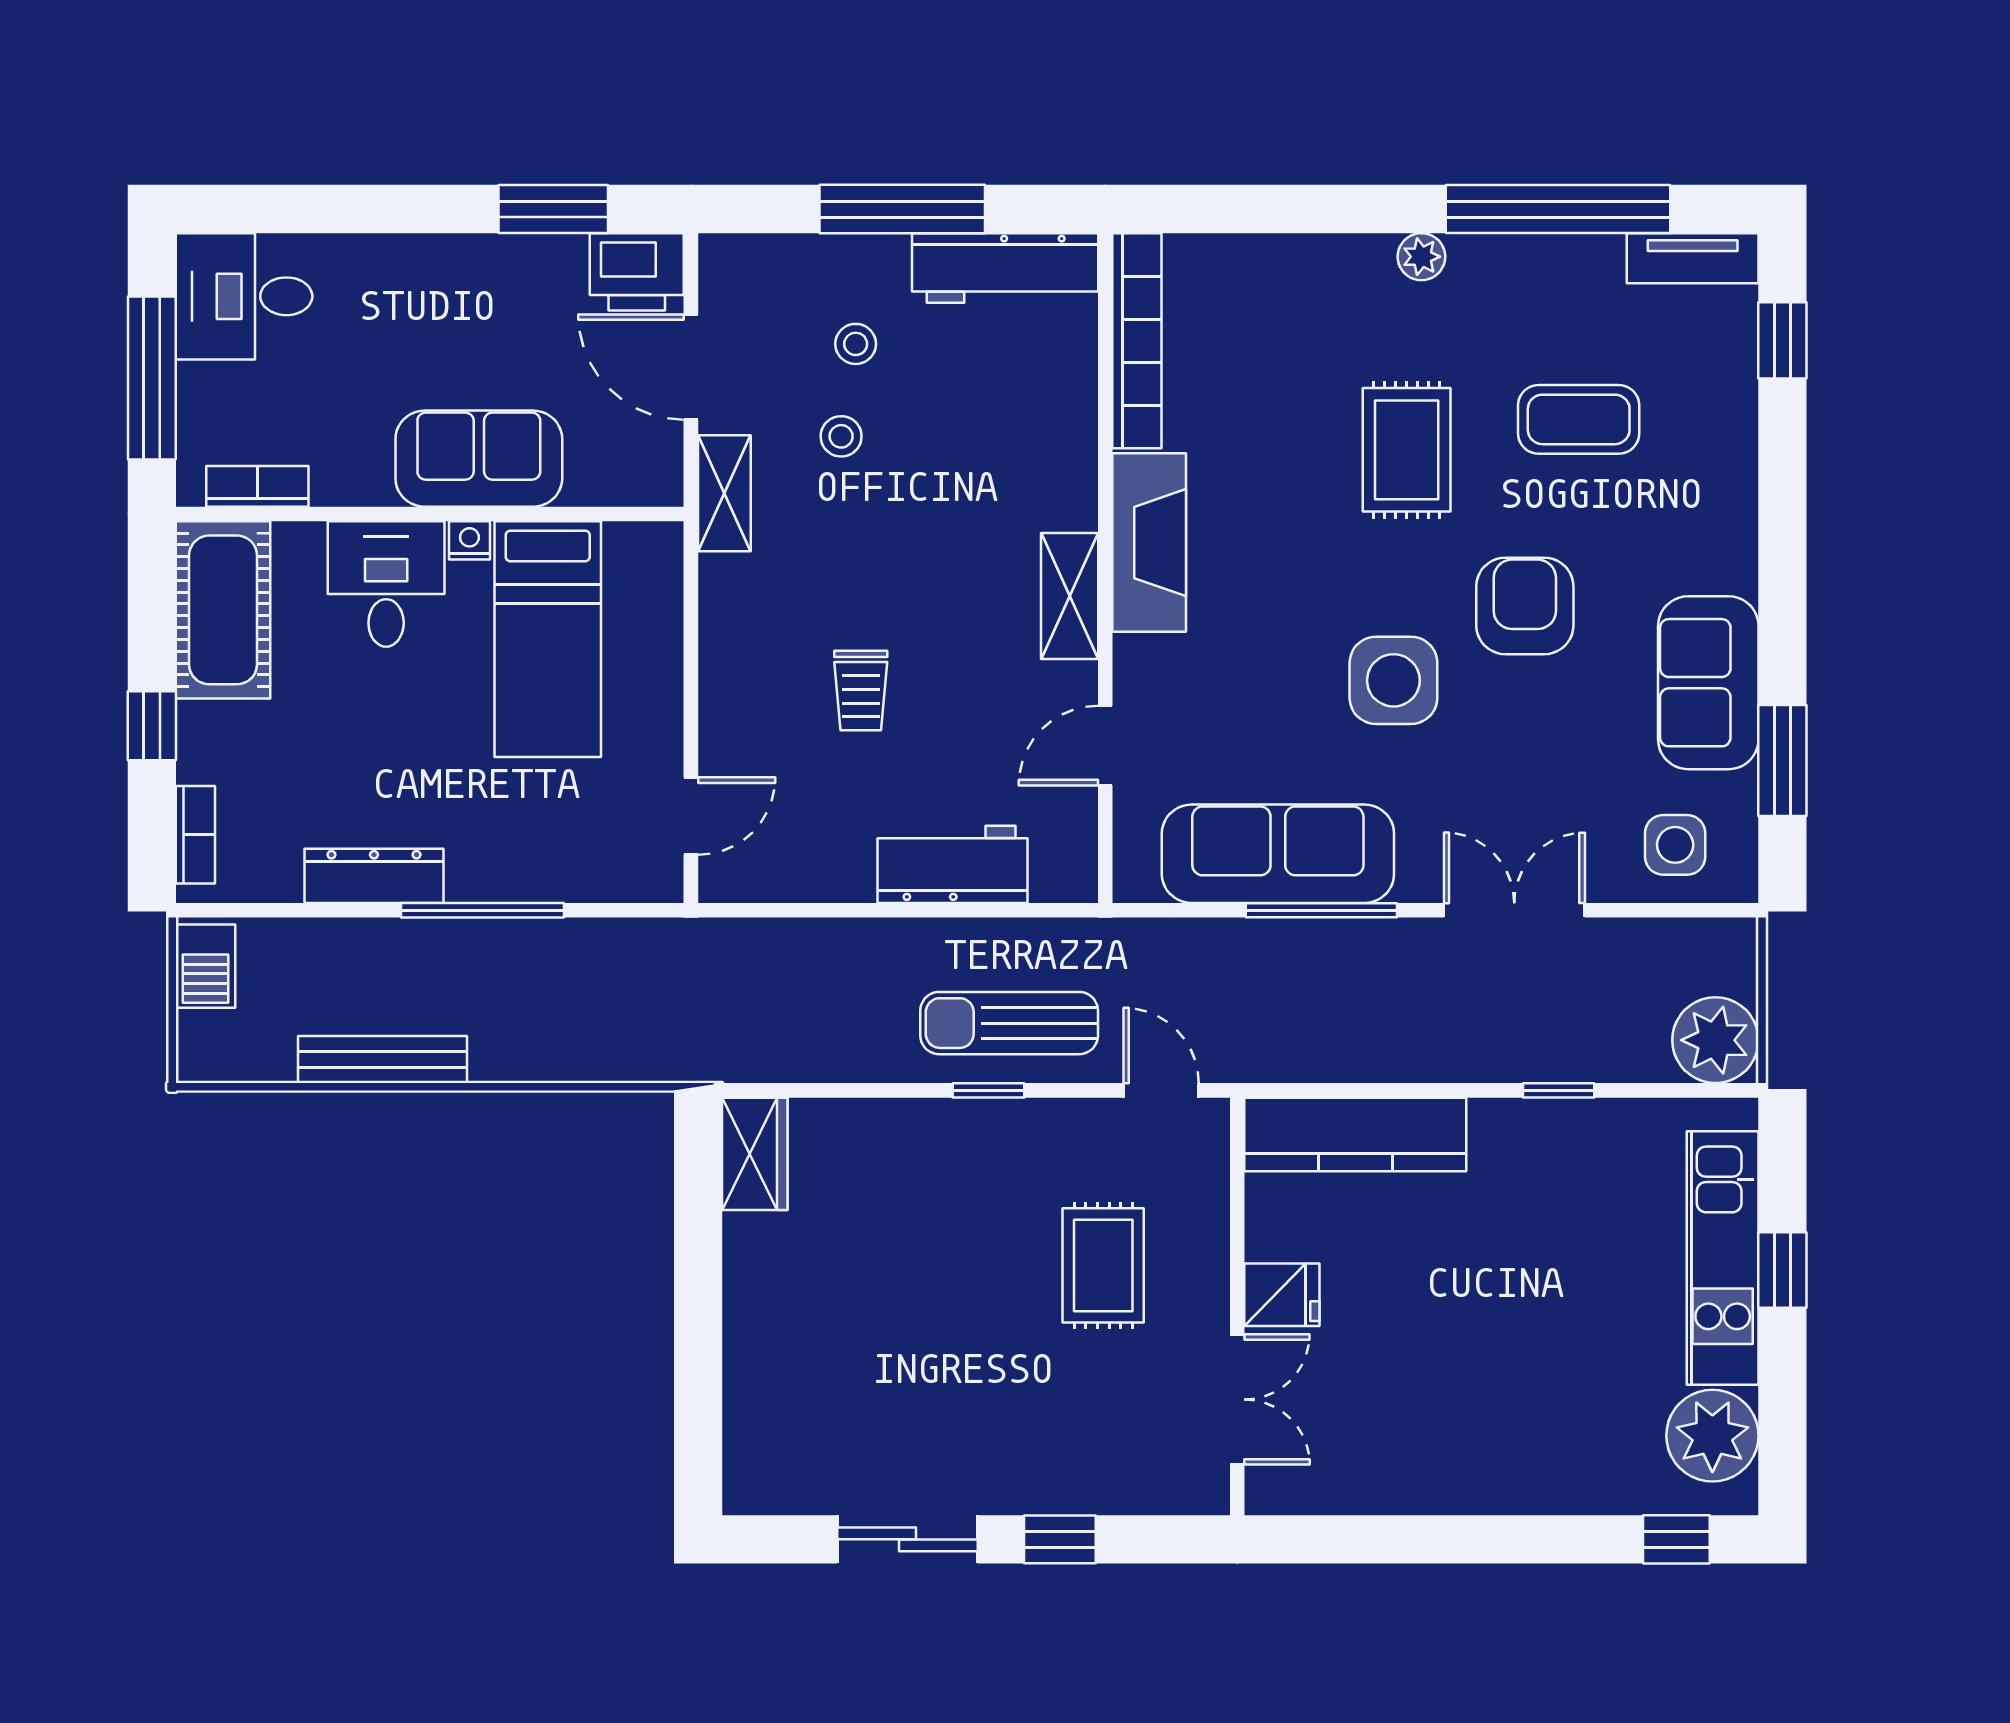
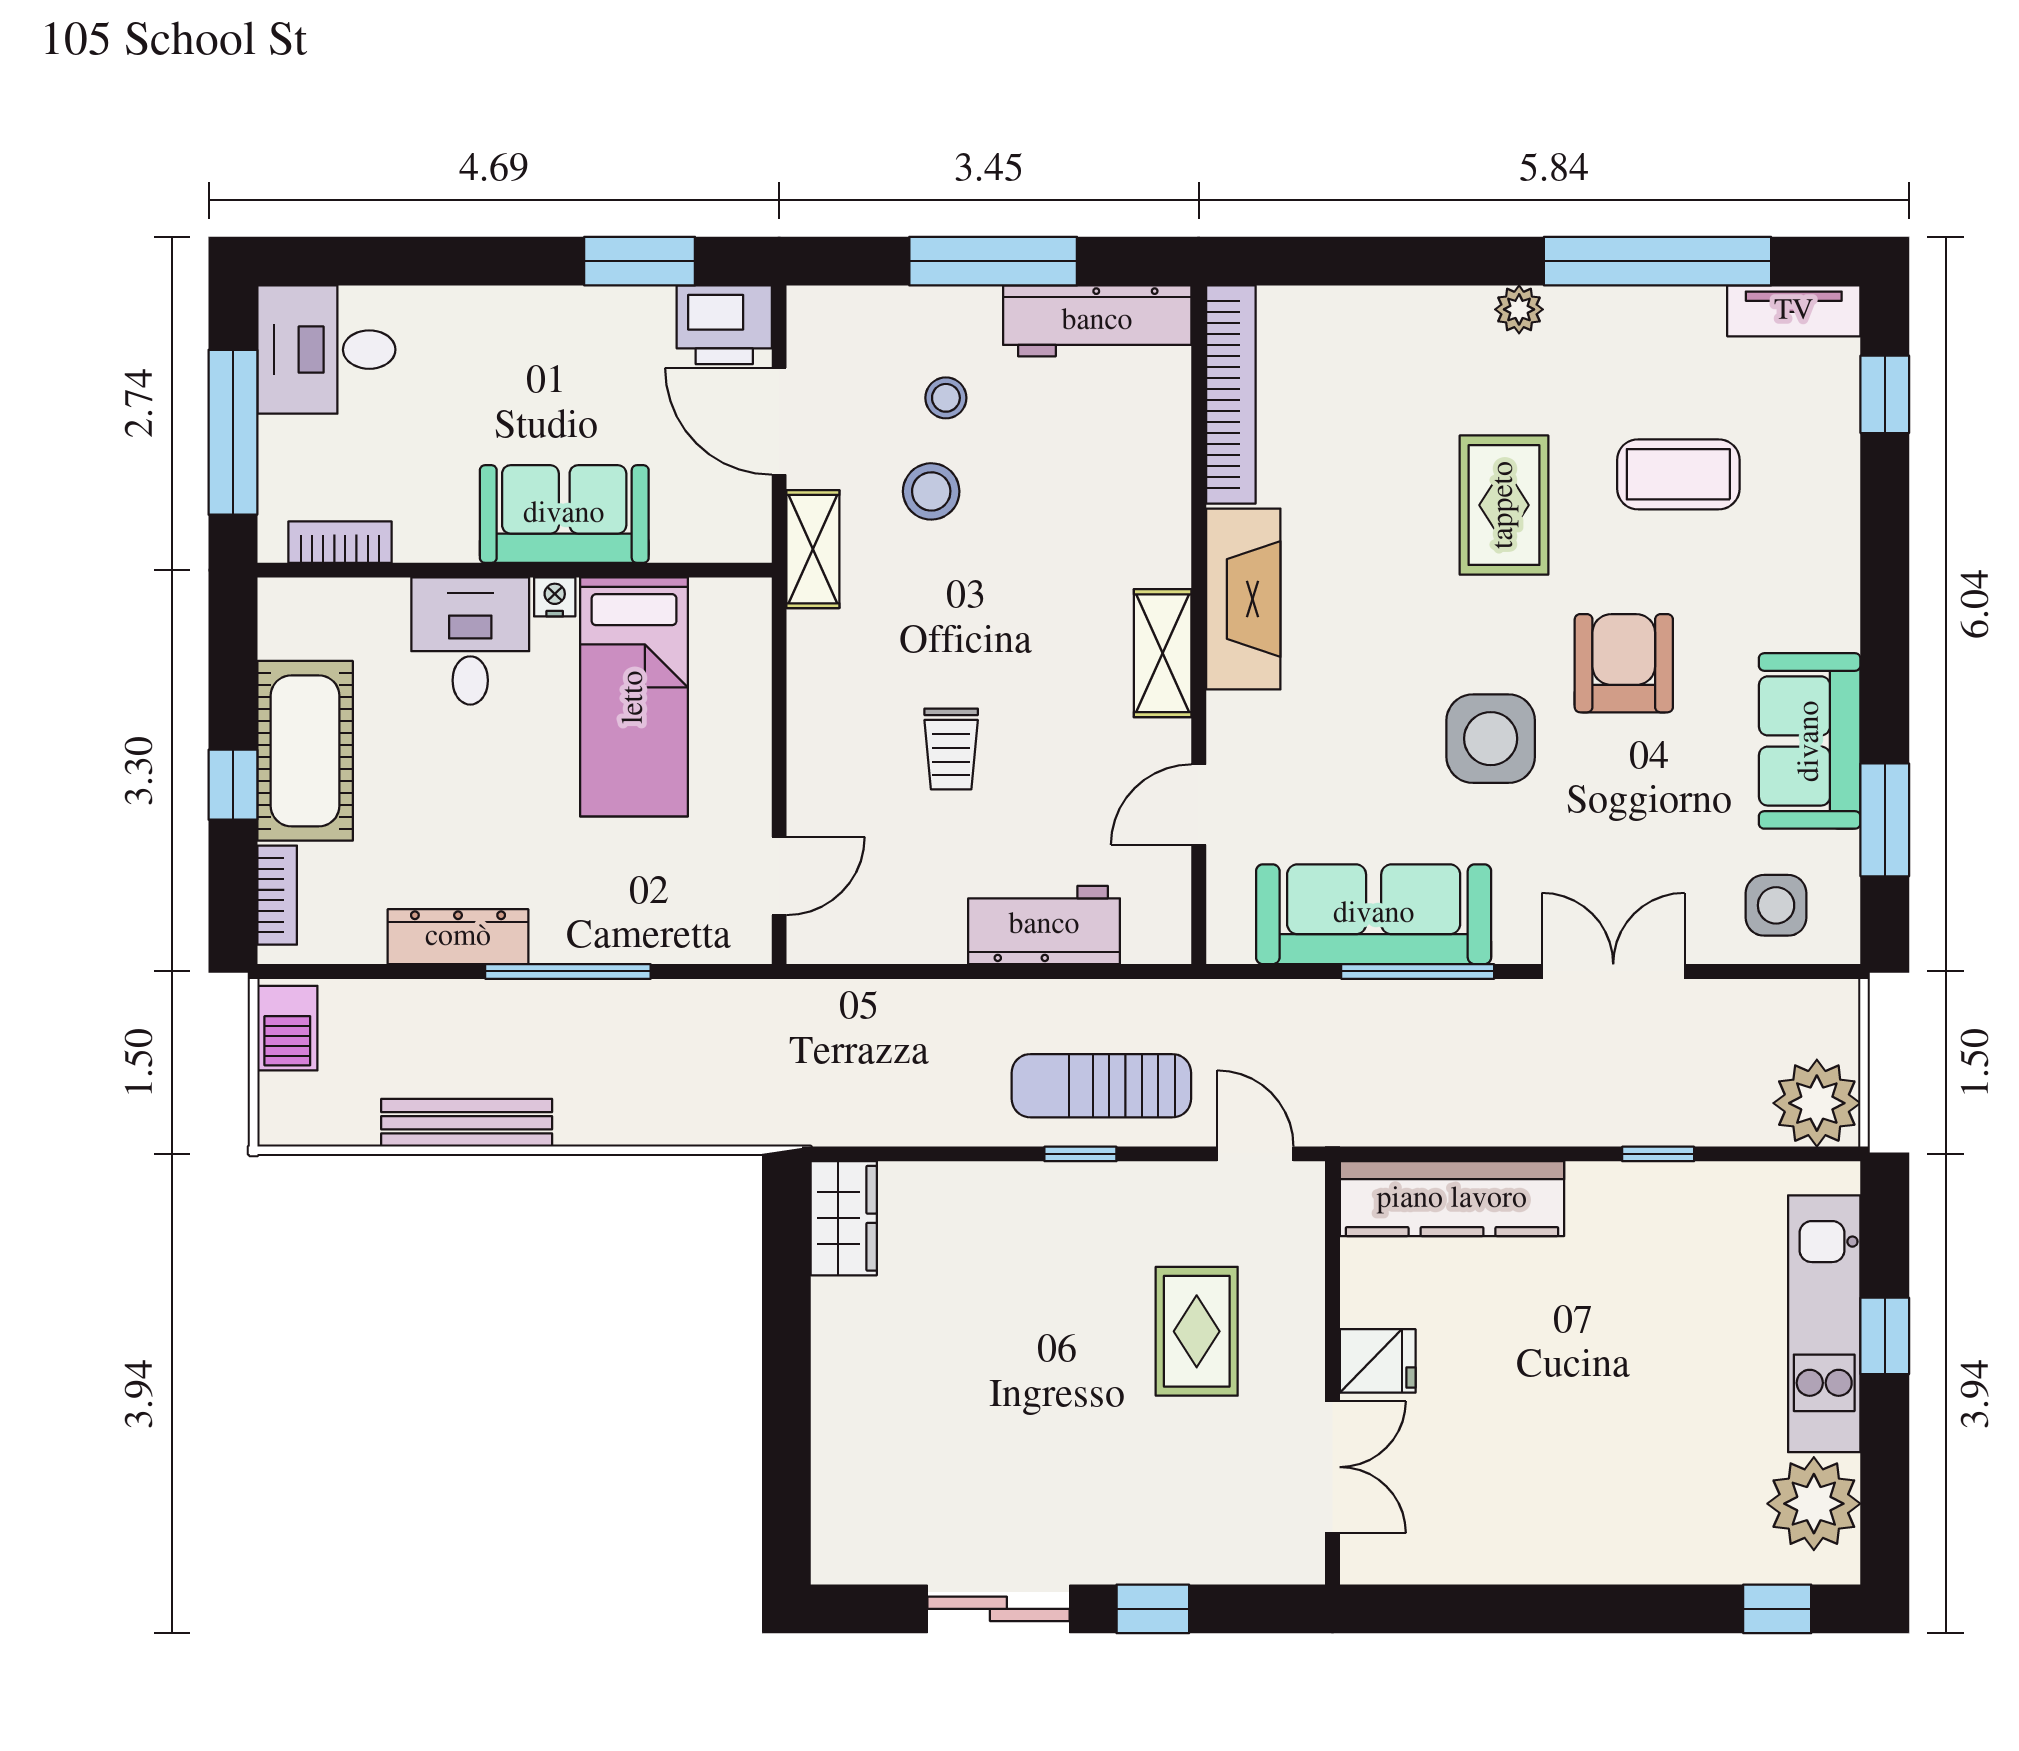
stool: (841, 436) -> (931, 491), width x1.37, depth x1.37
cot: (223, 610) -> (305, 751), moved

